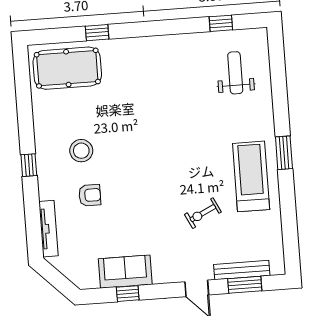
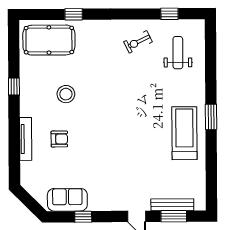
stool: (81, 151) -> (66, 94), moved
window: (29, 165) -> (14, 87), moved
exercise bike: (203, 213) -> (138, 42), moved
tv unit: (48, 229) -> (26, 139), moved
sofa: (125, 272) -> (67, 200), moved

